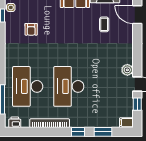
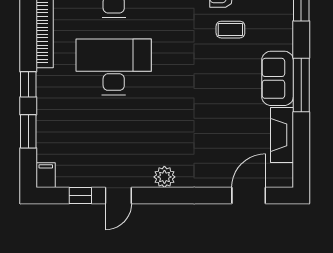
coffee table: (104, 24) -> (230, 30), moved
plant: (127, 70) -> (164, 177), moved

